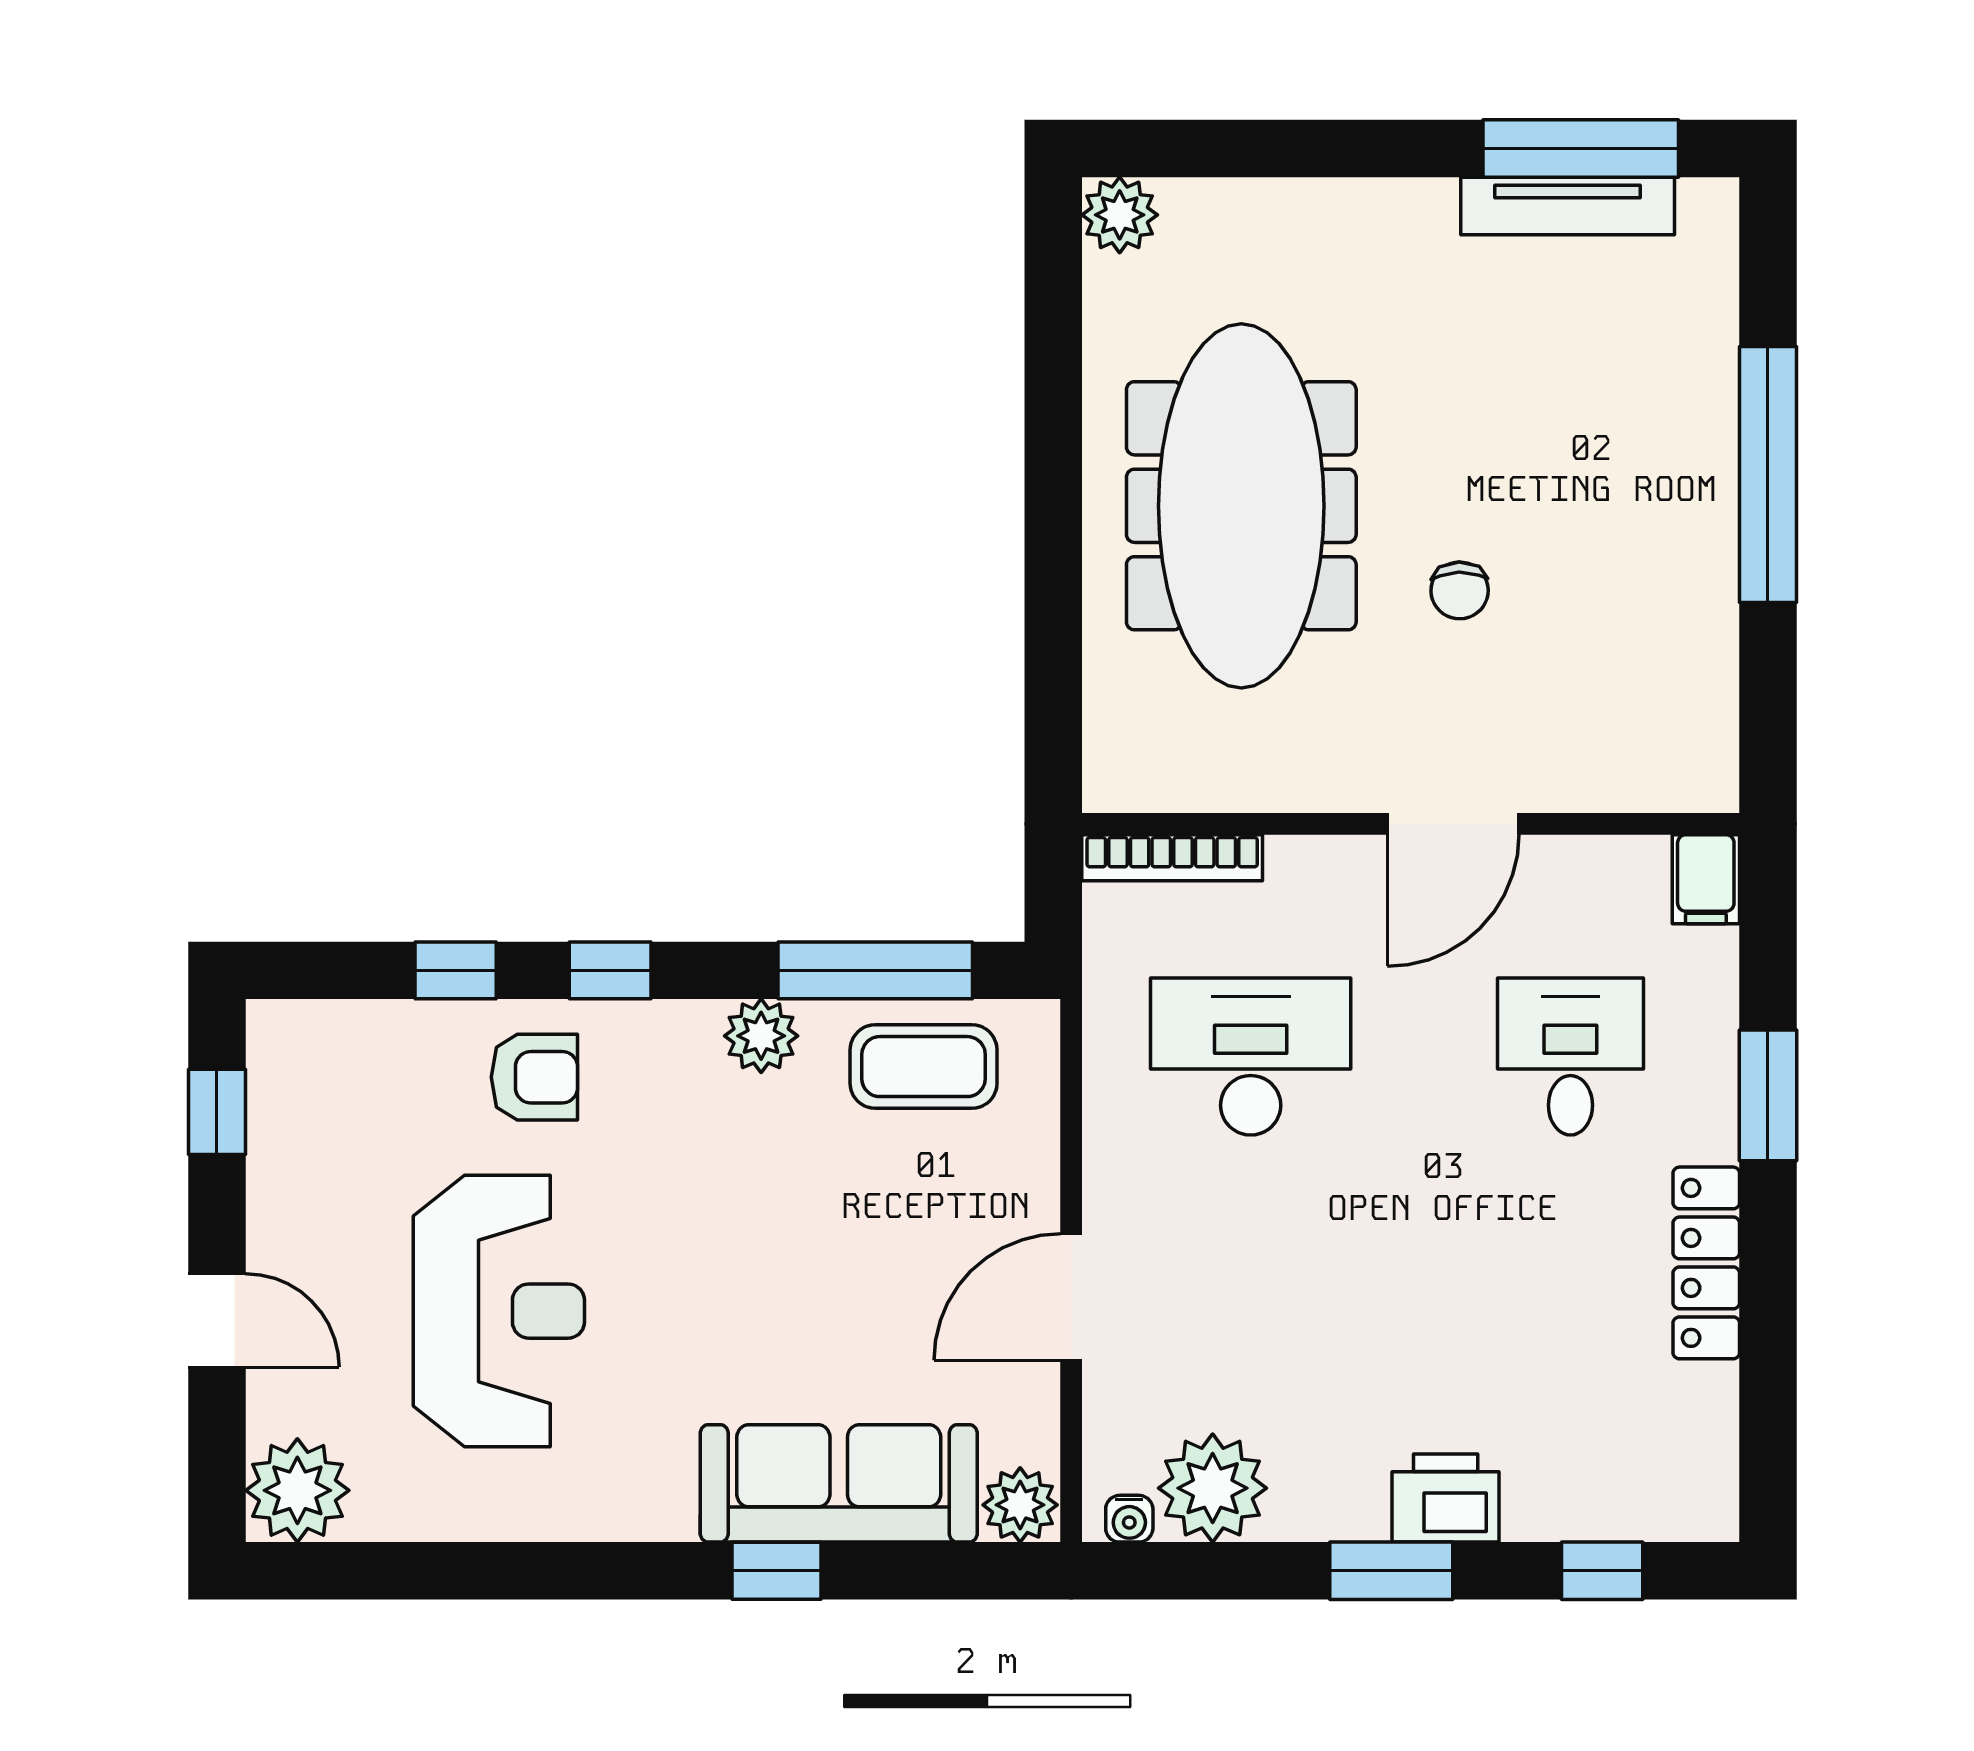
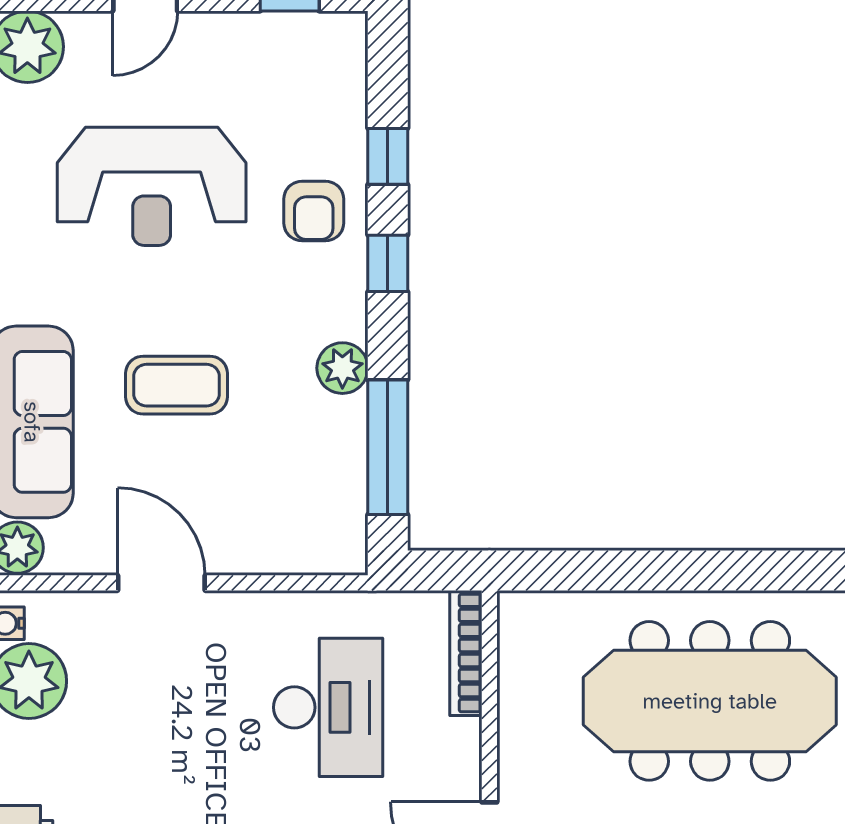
coffee table: (924, 1067) -> (176, 385), moved, turned 90

